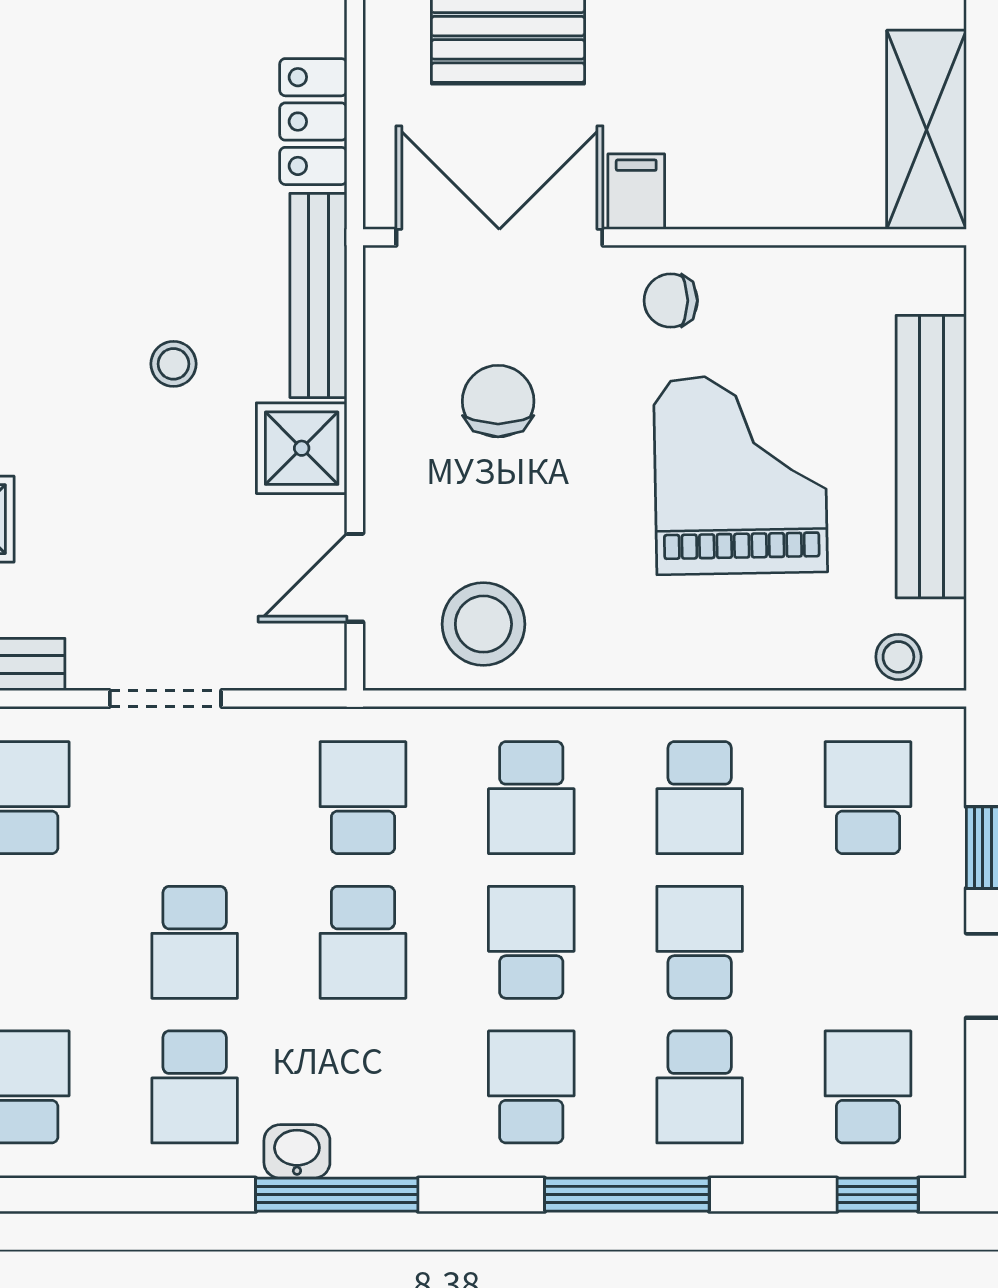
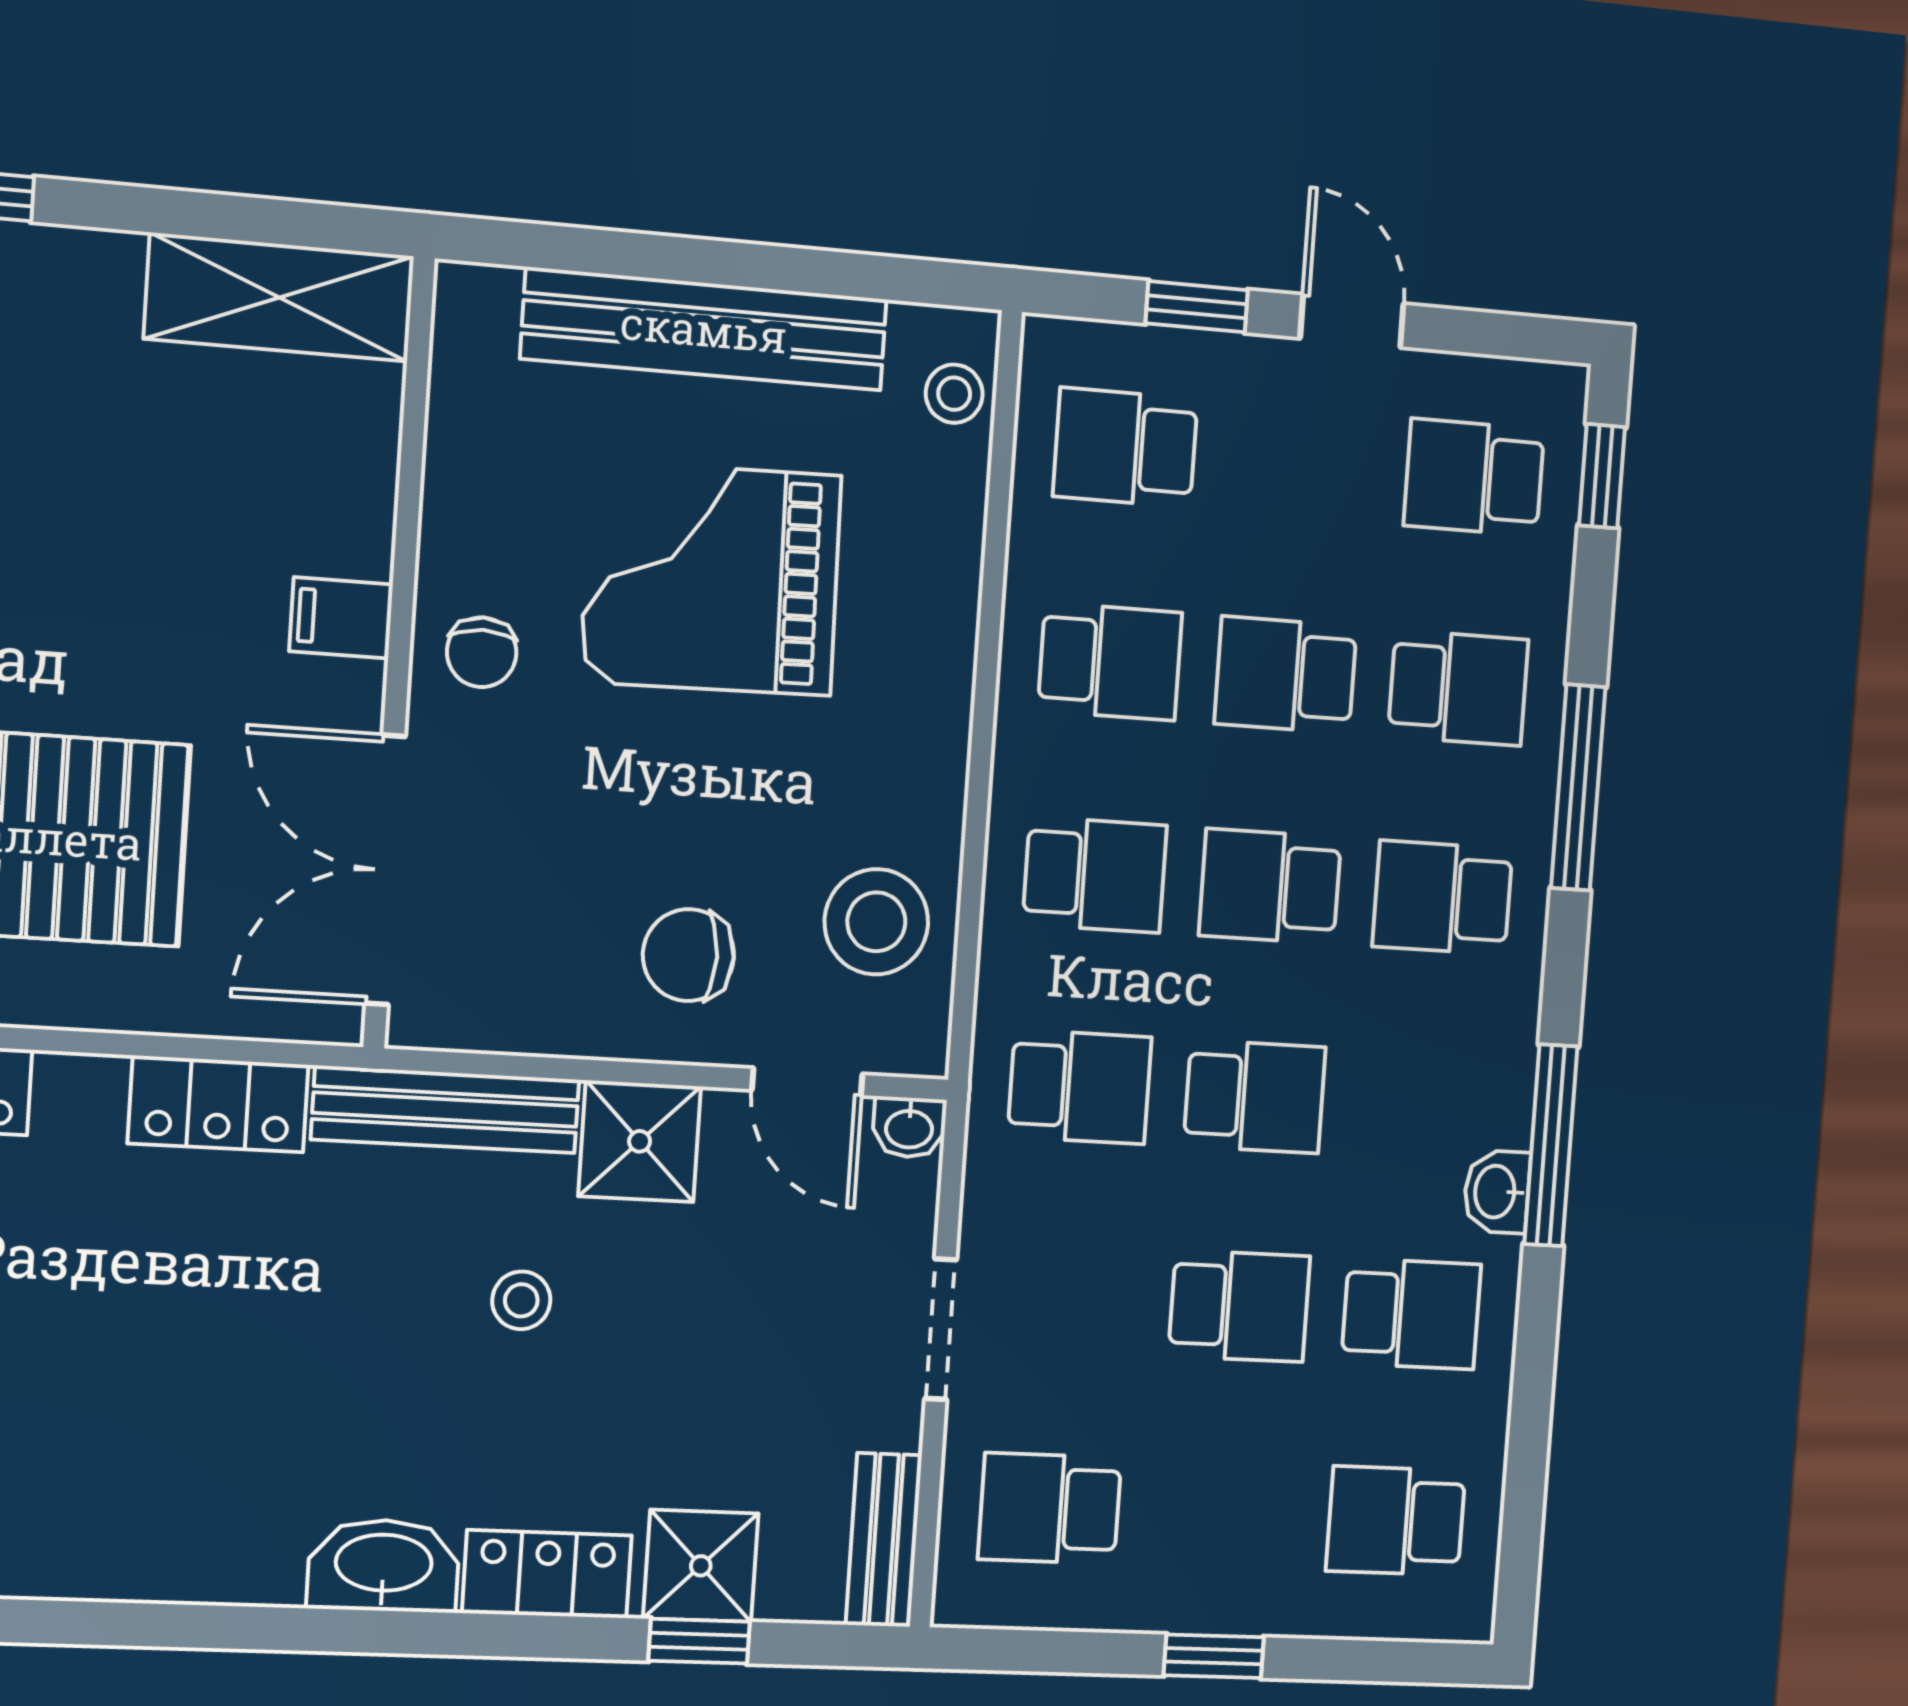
filing cabinet: (636, 192) -> (341, 618), moved
chair: (498, 401) -> (688, 955), moved
washbasin: (324, 662) -> (909, 1127), added
school desk: (363, 798) -> (1080, 1087), turned 180

